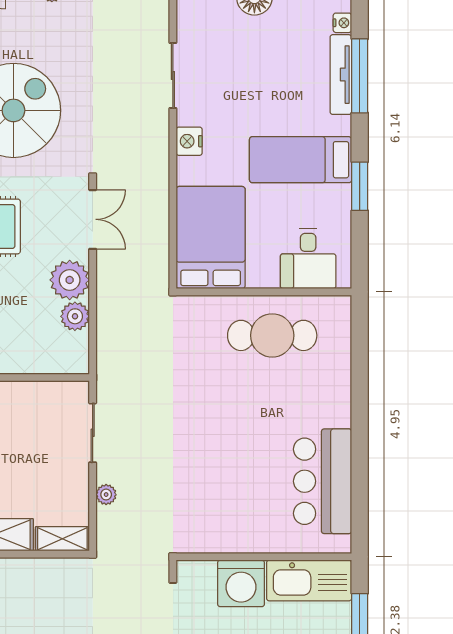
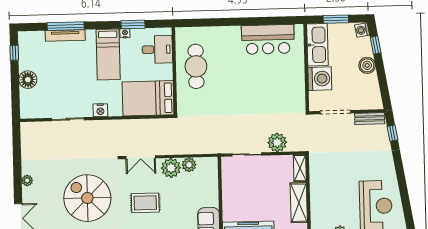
nightstand: (342, 23) -> (125, 33), moved
window: (360, 186) -> (133, 24), moved
double door: (93, 219) -> (141, 157), swing flipped
plant: (106, 495) -> (277, 142), width x1.87, depth x1.87

